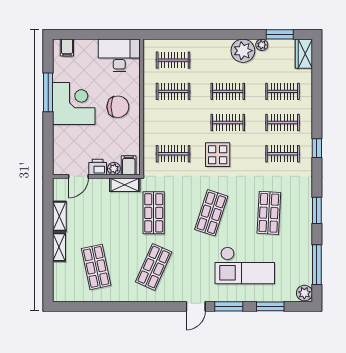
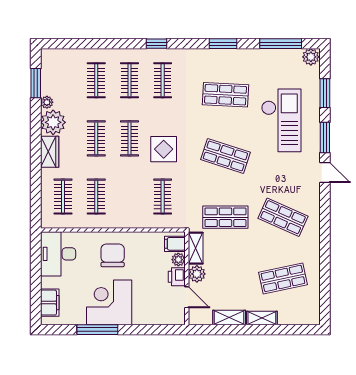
filing cabinet: (67, 48) -> (50, 303), width x2.00
wardrobe: (304, 54) -> (50, 152), moved, turned -90
plant: (100, 186) -> (197, 274), added

